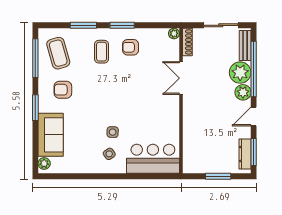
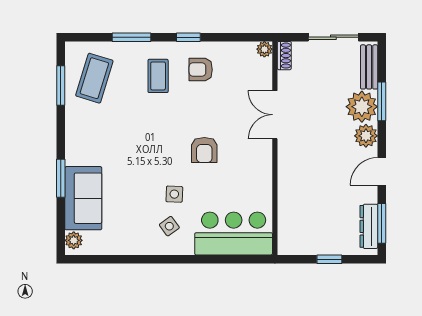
window: (122, 25) -> (188, 37), width x0.67
shoe rack: (187, 42) -> (284, 56), width x0.70
coffee table: (58, 53) -> (94, 78), turned 33
window: (35, 58) -> (61, 86), width x0.69
window: (254, 69) -> (382, 101), width x0.47
armchair: (63, 90) -> (204, 150), moved, turned -90
window: (35, 108) -> (61, 178), moved
window: (218, 176) -> (329, 259), width x0.67

